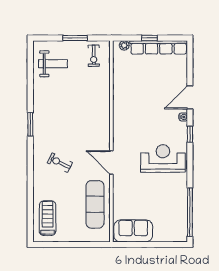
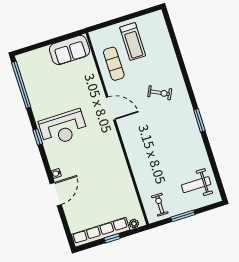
window: (190, 134) -> (38, 137), moved
exercise mat: (95, 204) -> (114, 64), width x0.73, depth x0.69
treadmill: (48, 218) -> (133, 41), moved

